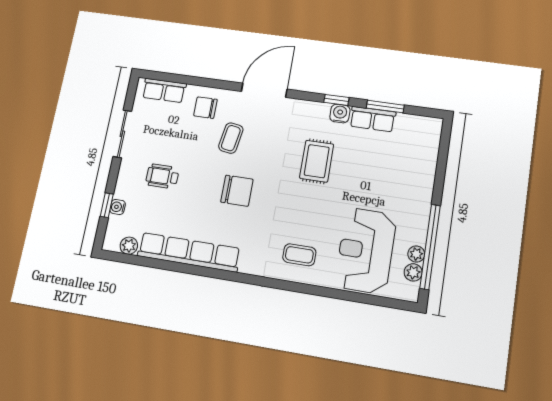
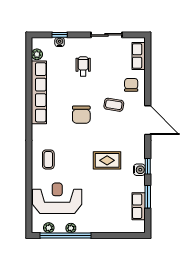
row of seats: (373, 119) -> (139, 206), moved
plant: (416, 254) -> (71, 228), moved

